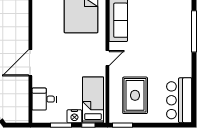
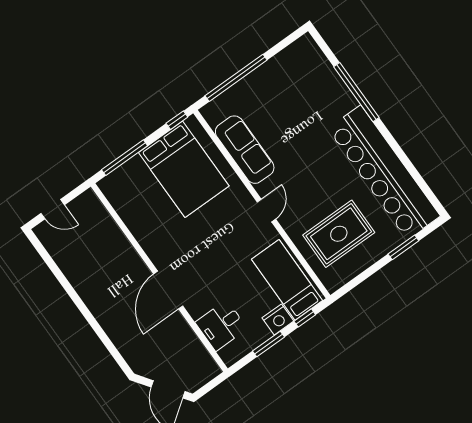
rug: (135, 95) -> (339, 234), turned 90
bar counter: (179, 100) -> (384, 172), width x1.86
window: (122, 125) -> (403, 247), moved

